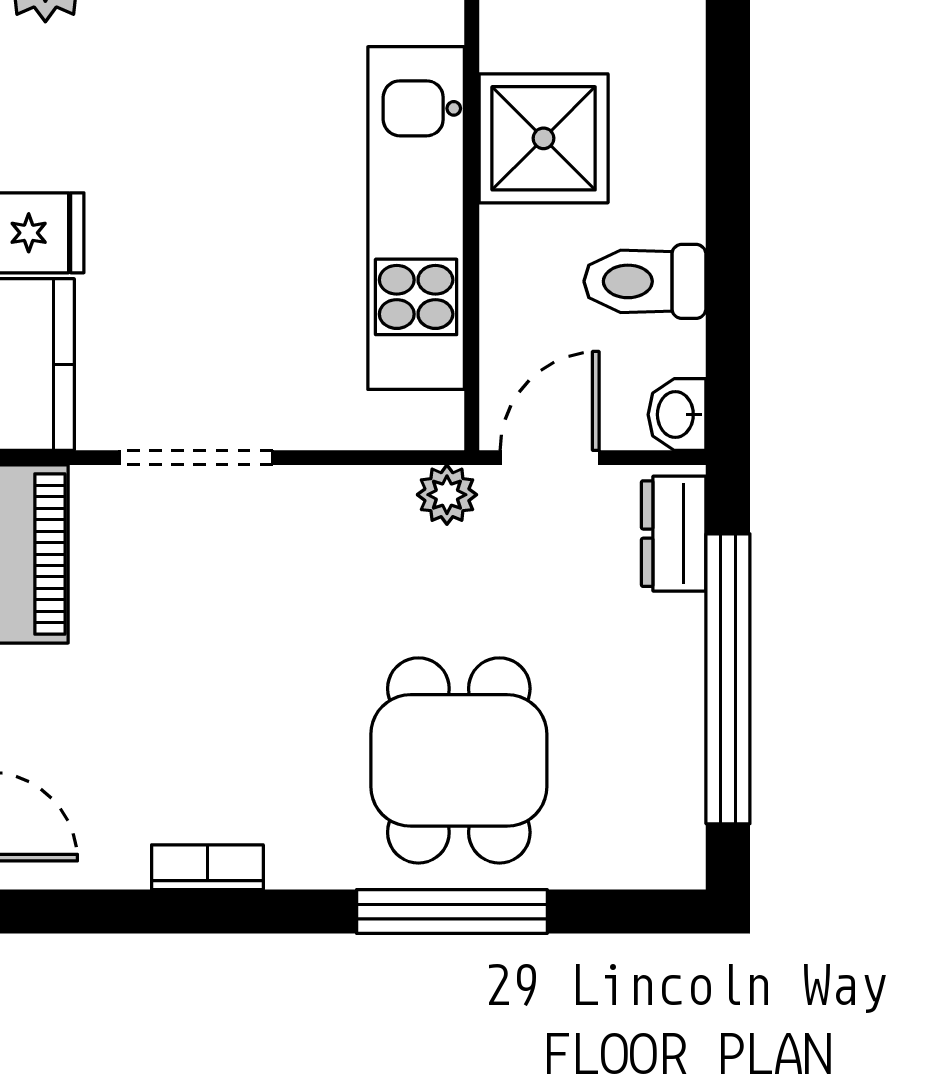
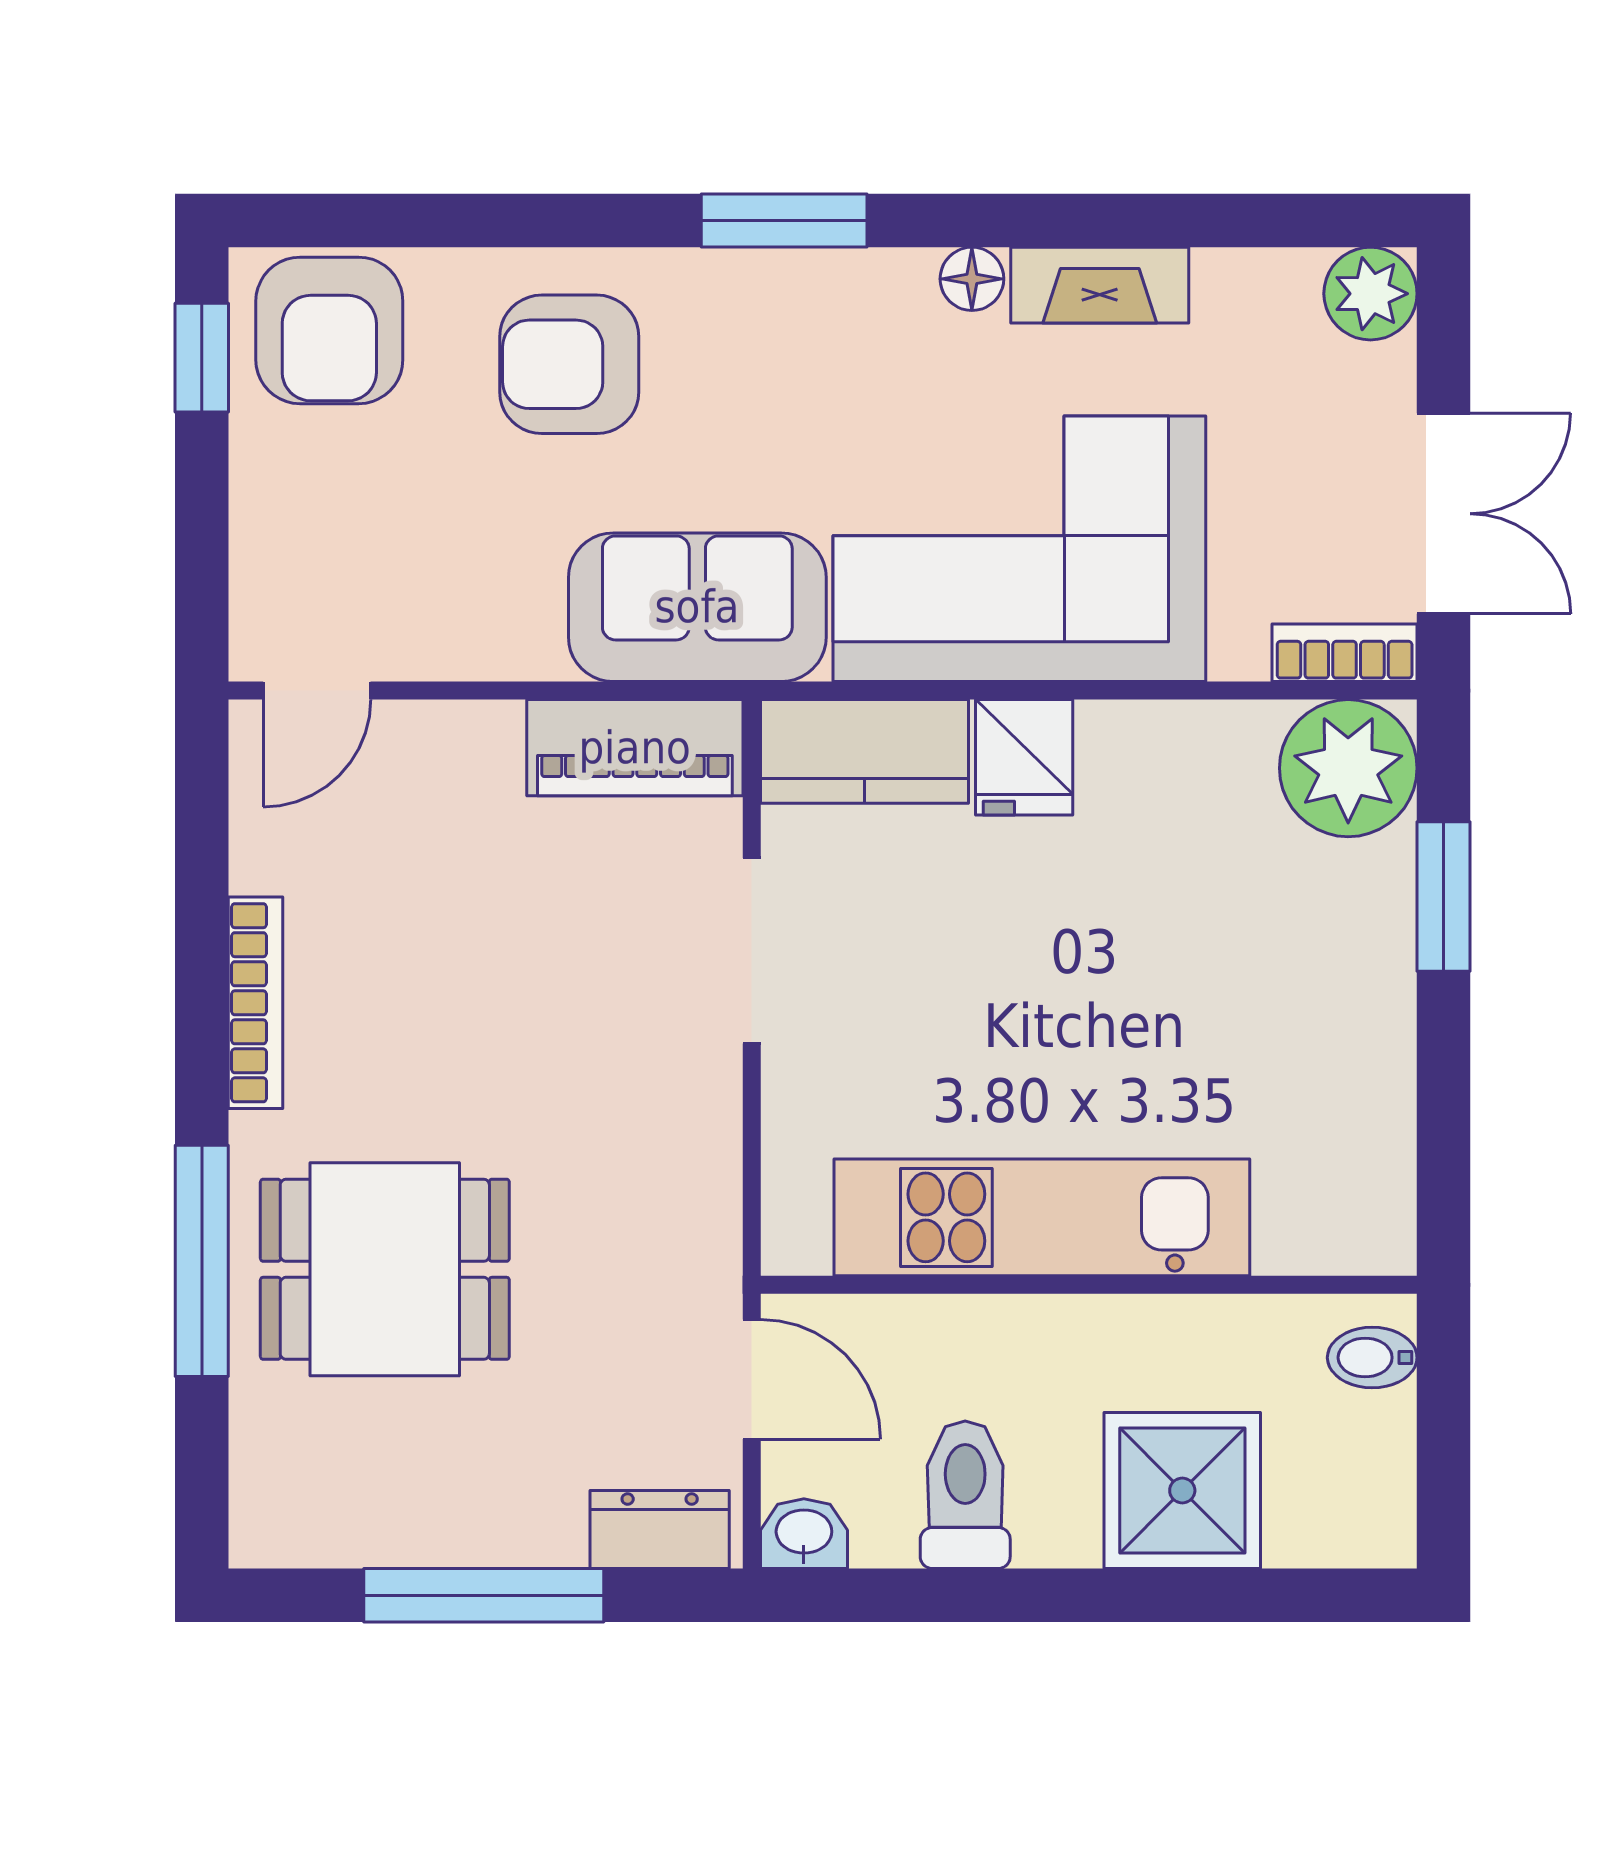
shower: (544, 138) -> (1182, 1491), moved
plant: (447, 495) -> (707, 1255), removed
window: (728, 679) -> (484, 1595), width x0.68
bookcase: (207, 867) -> (255, 1003), width x1.56

